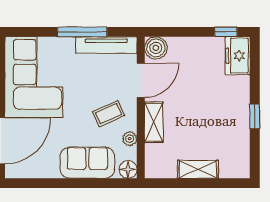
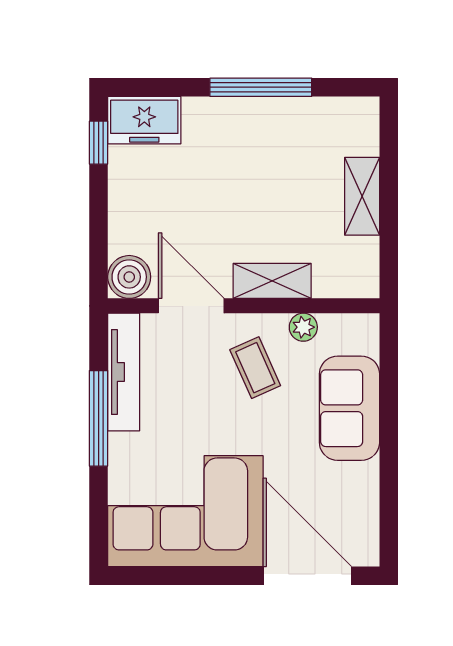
window: (255, 116) -> (261, 87), width x2.17
floor lamp: (128, 170) -> (363, 330), removed

